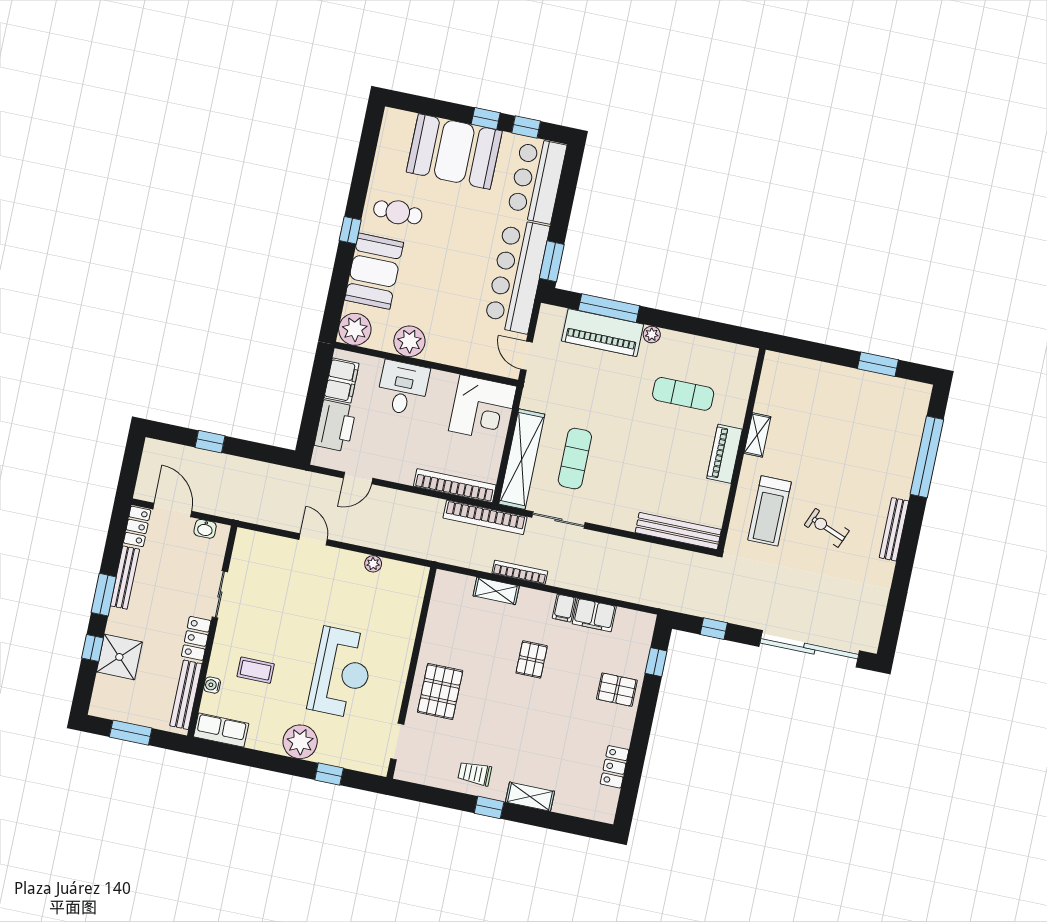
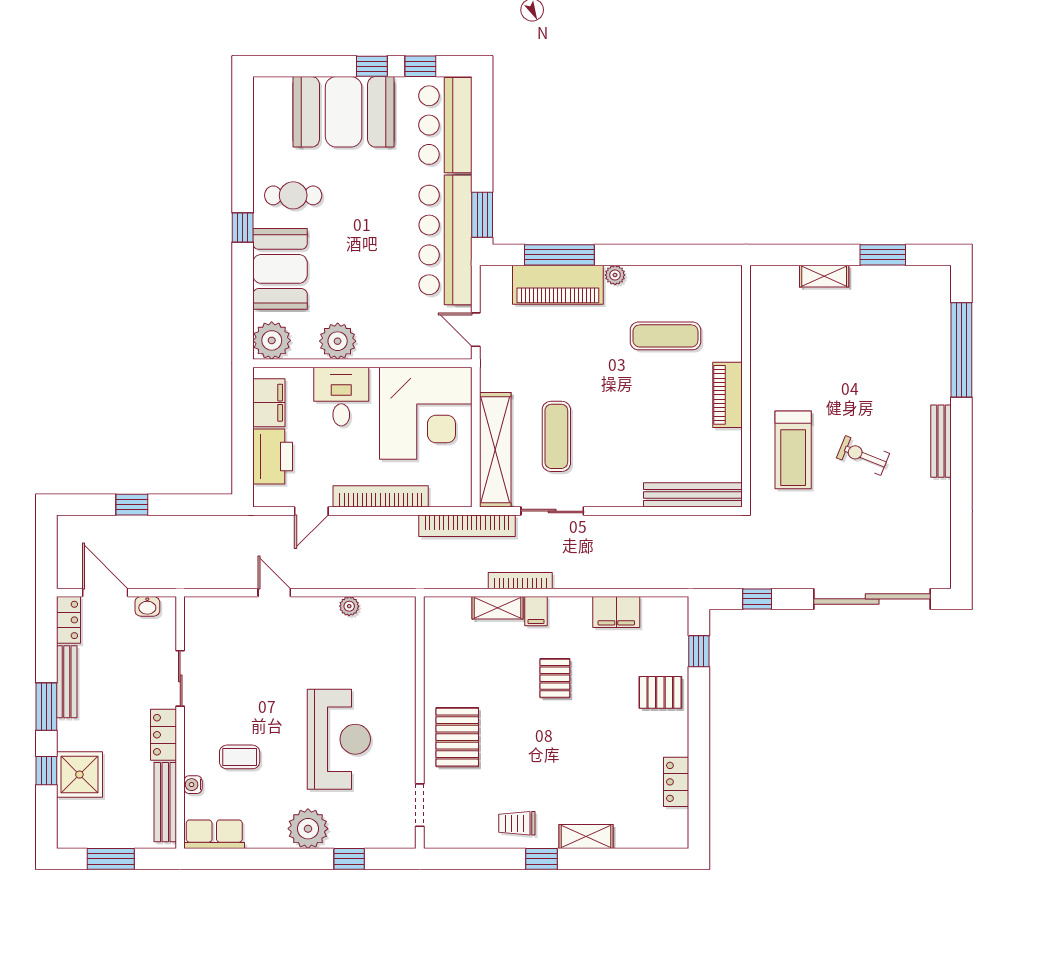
corner desk: (483, 409) -> (426, 413), width x1.36, depth x1.36
shelving: (757, 435) -> (824, 276), moved, turned 90
bookcase: (455, 486) -> (381, 496), moved
filing cabinet: (564, 608) -> (536, 611), moved

